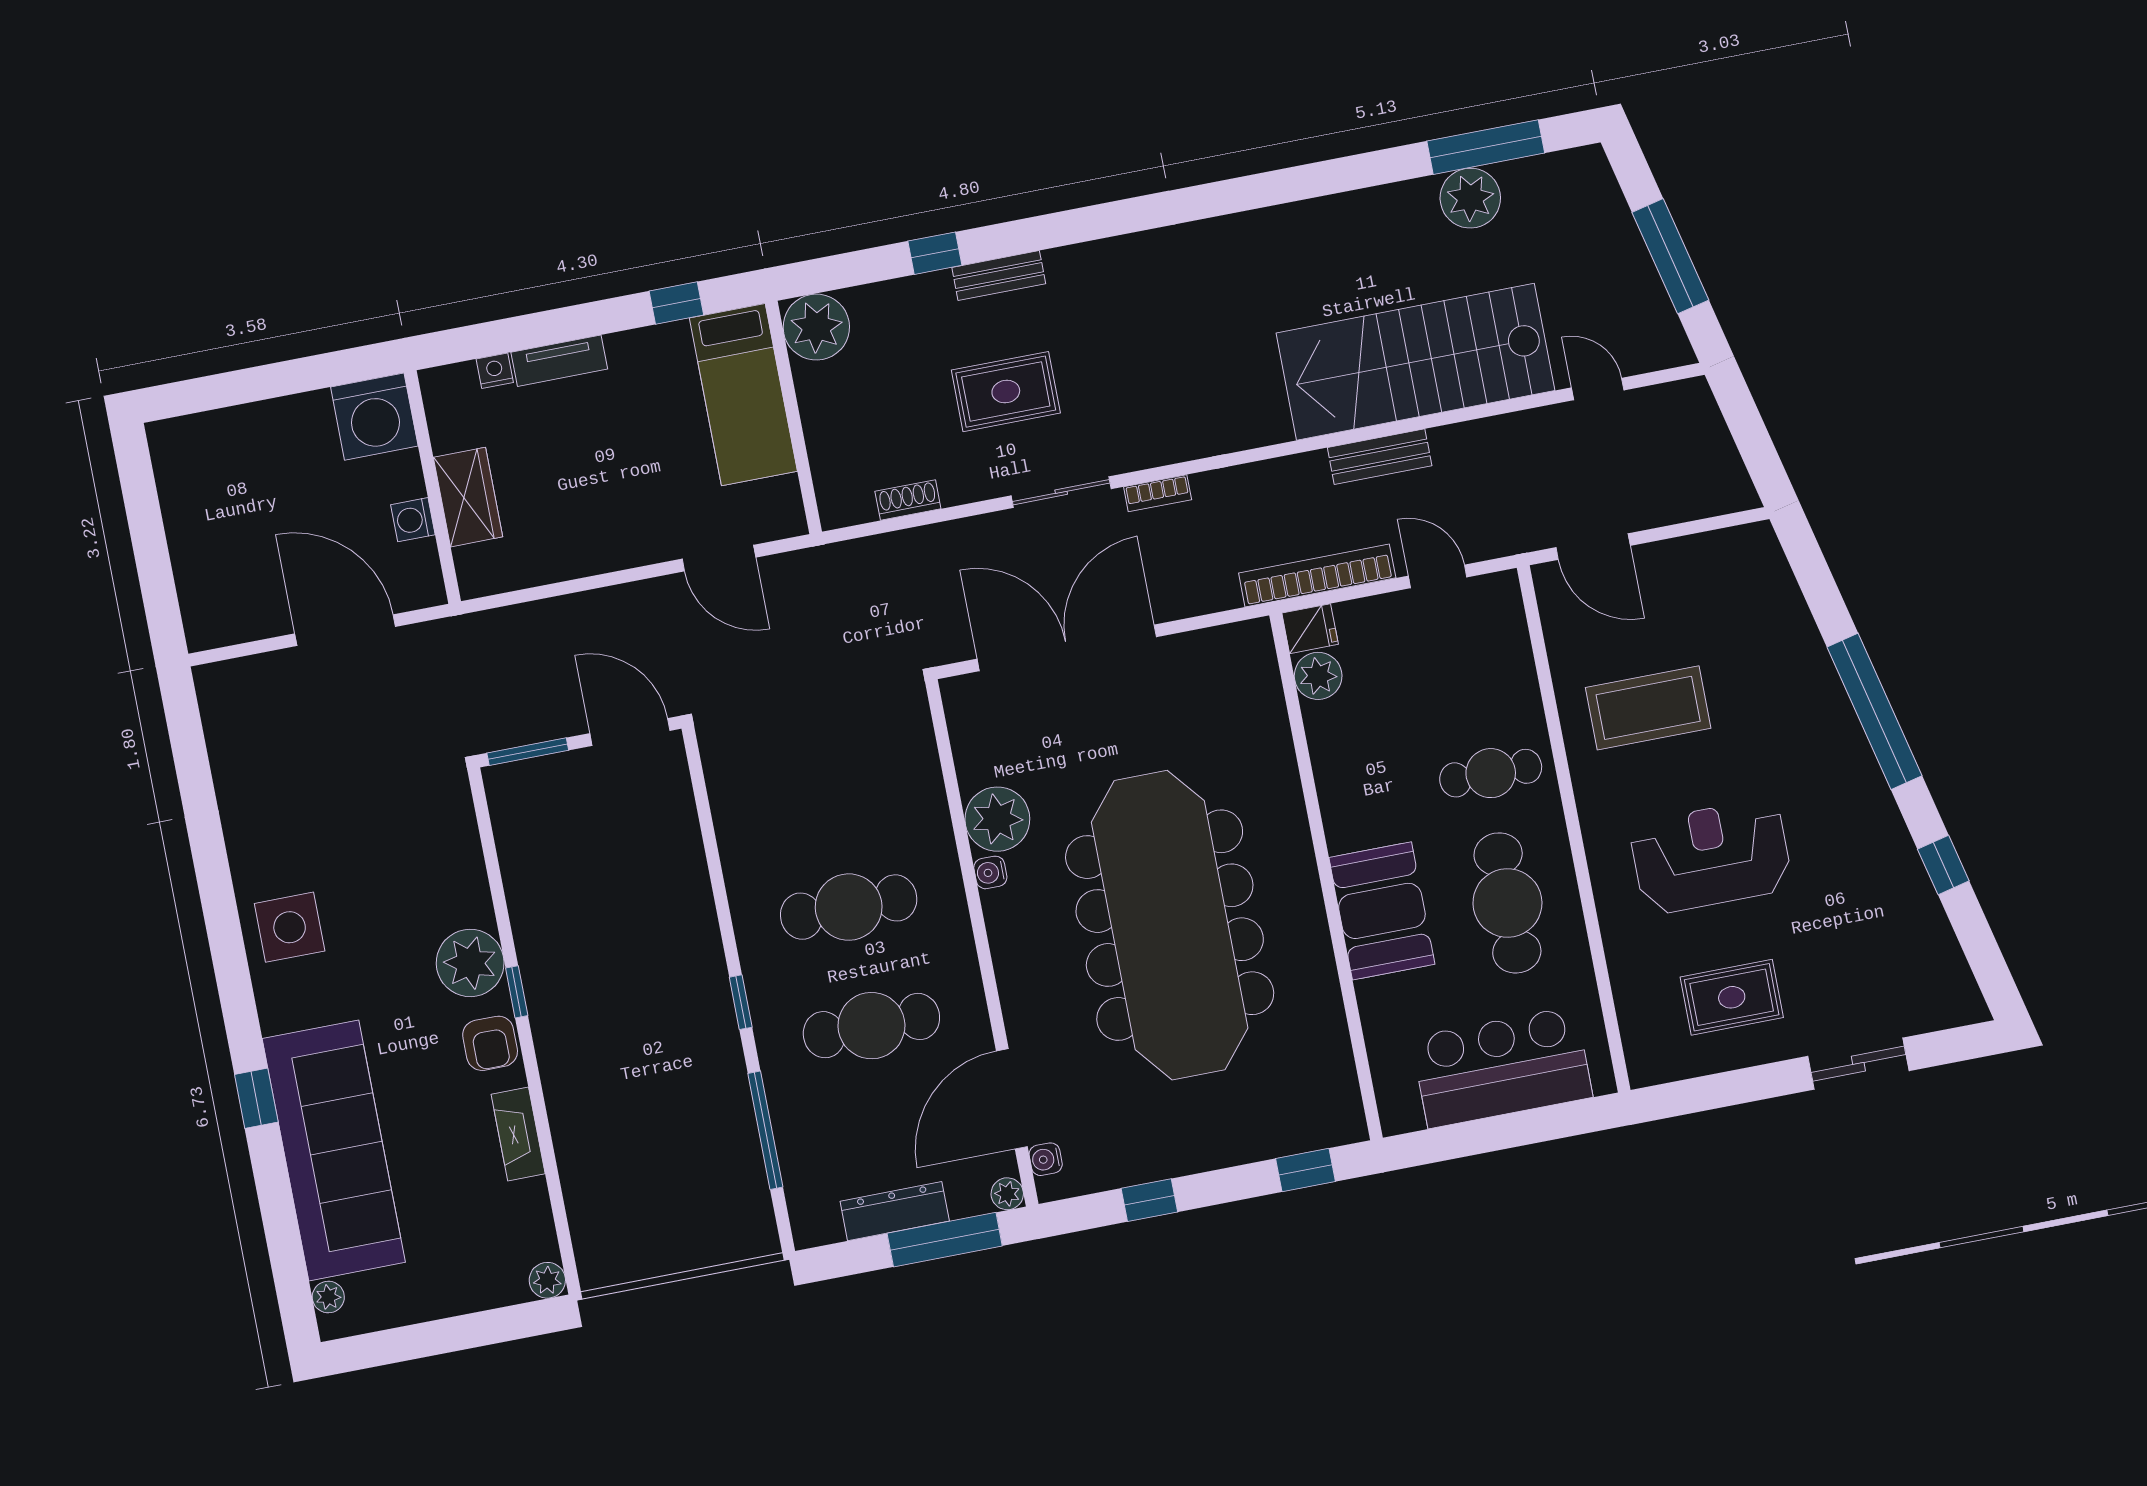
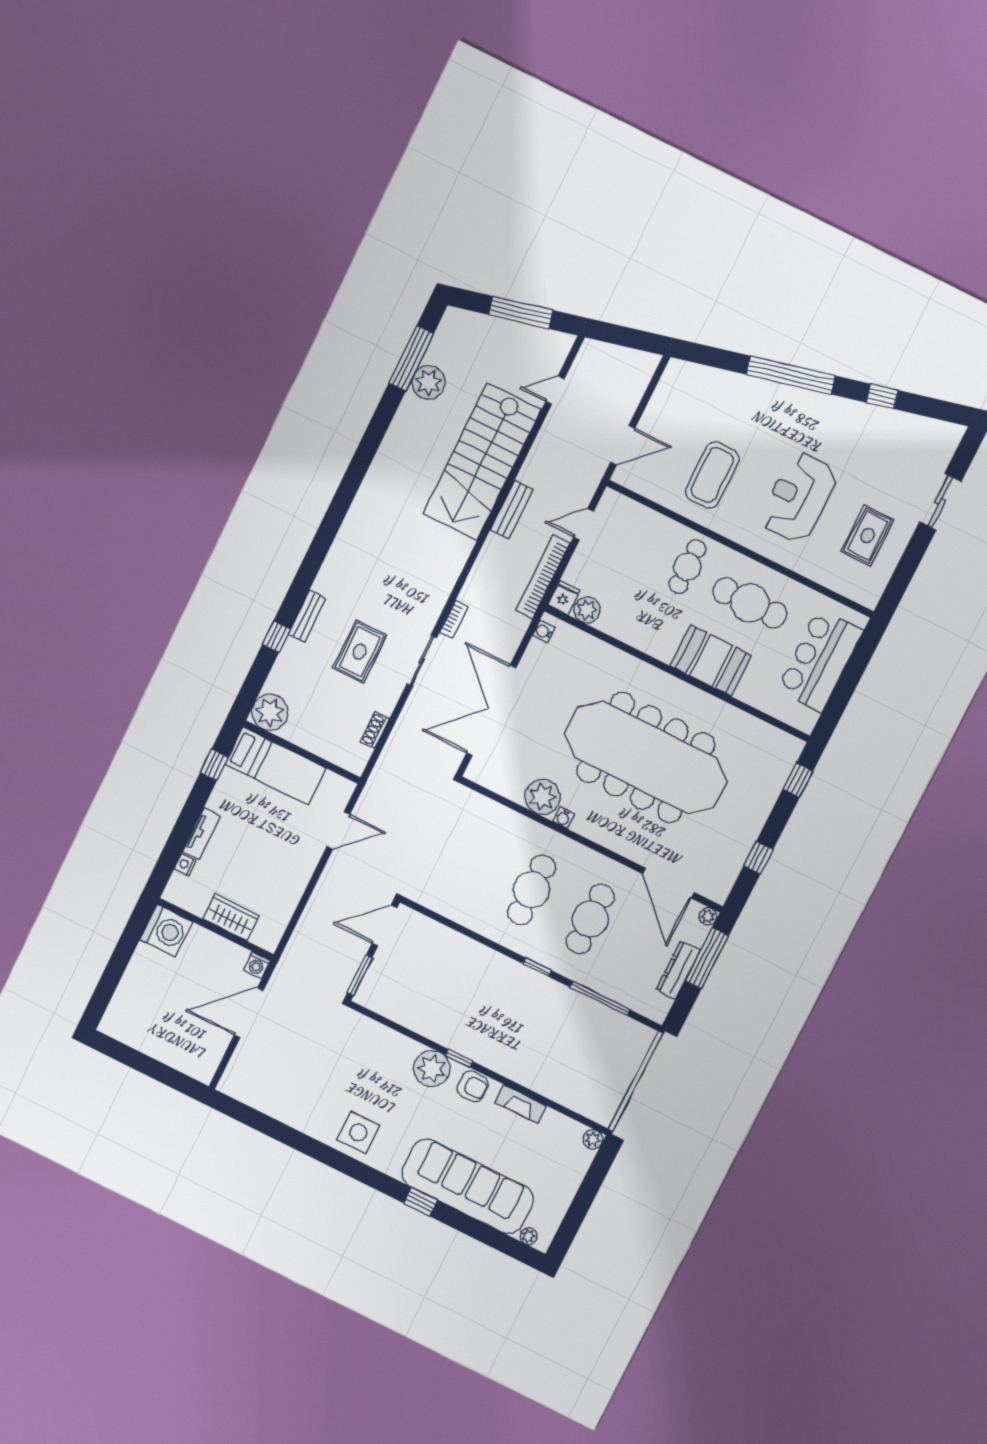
washing machine: (413, 520) -> (257, 965), moved
water cooler: (1046, 1159) -> (544, 632), moved, turned 90

